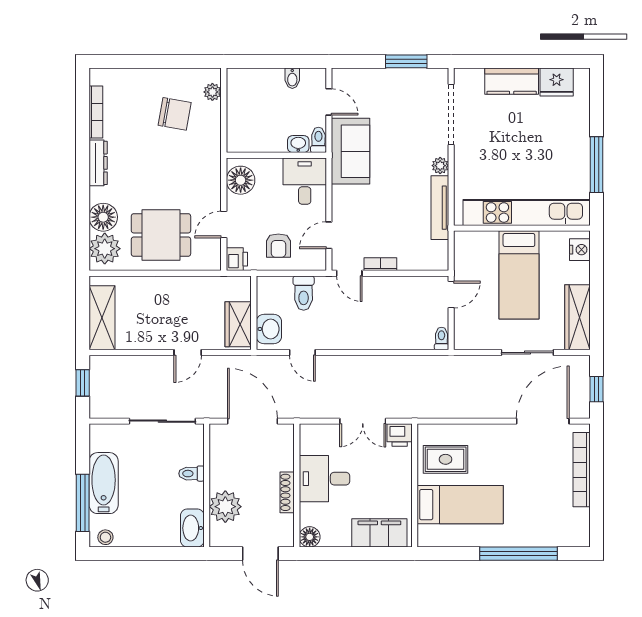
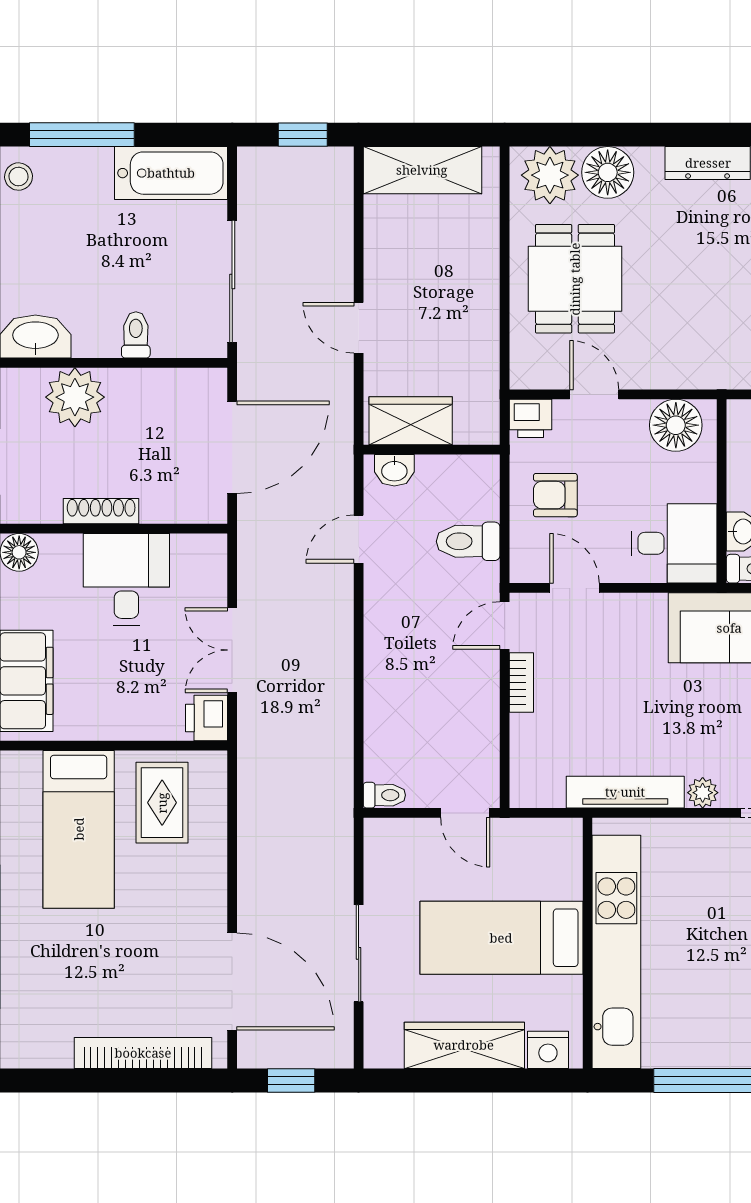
wardrobe: (577, 317) -> (464, 1045), moved
washbasin: (269, 329) -> (394, 470), width x0.72, depth x0.69
bathtub: (104, 483) -> (171, 173), moved

